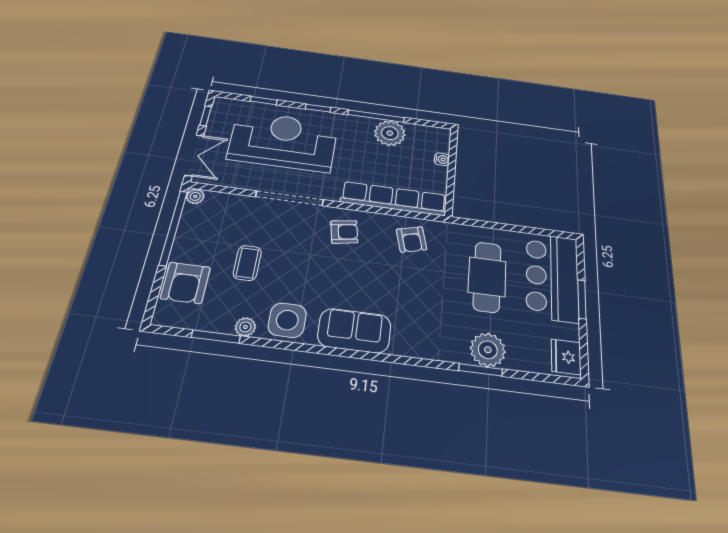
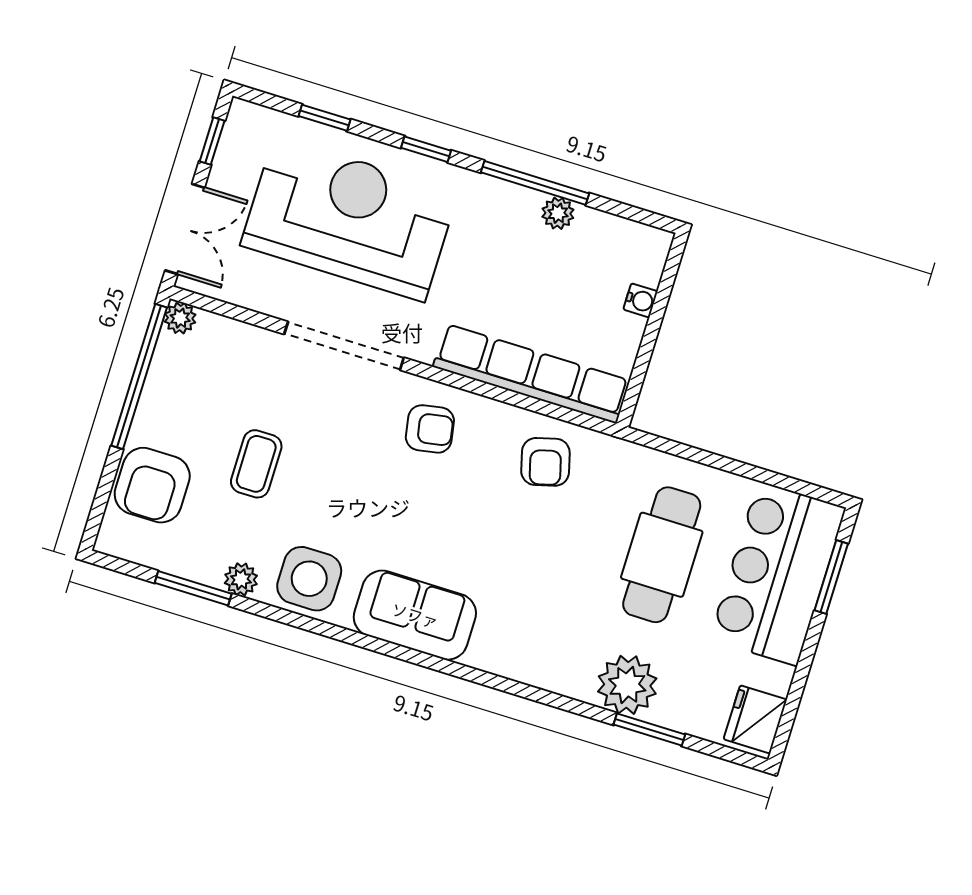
plant: (390, 133) -> (558, 213), width x0.53, depth x0.53
window: (582, 299) -> (831, 577), moved
window: (481, 370) -> (649, 730), moved

